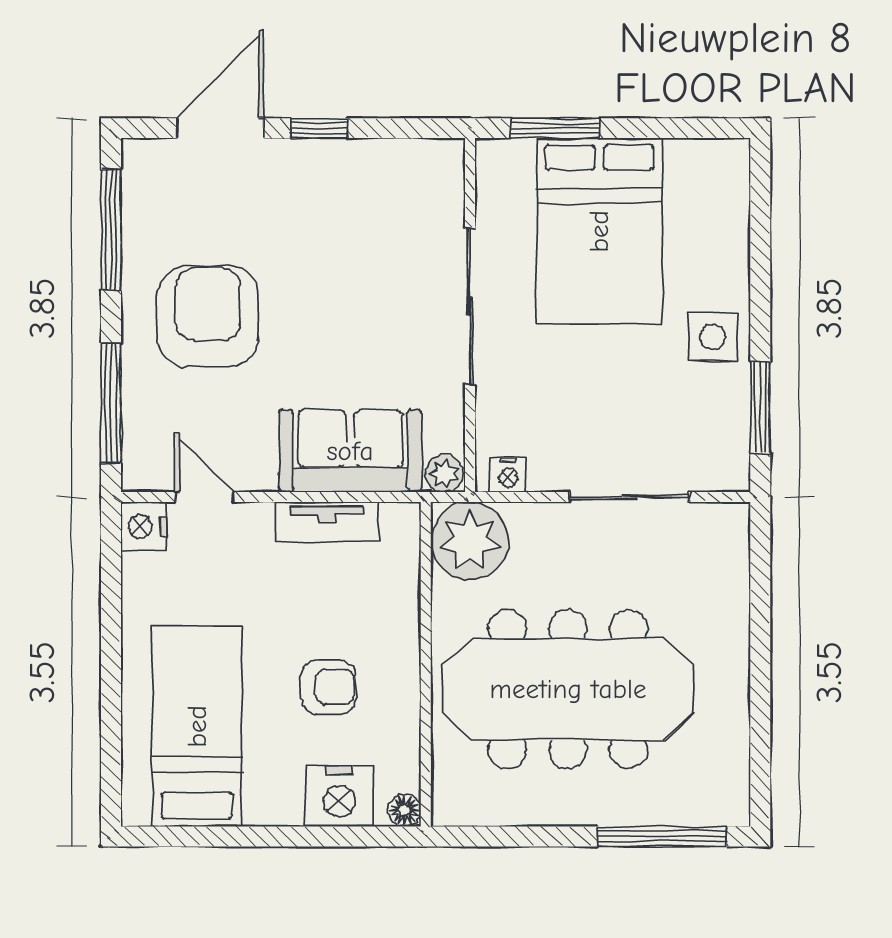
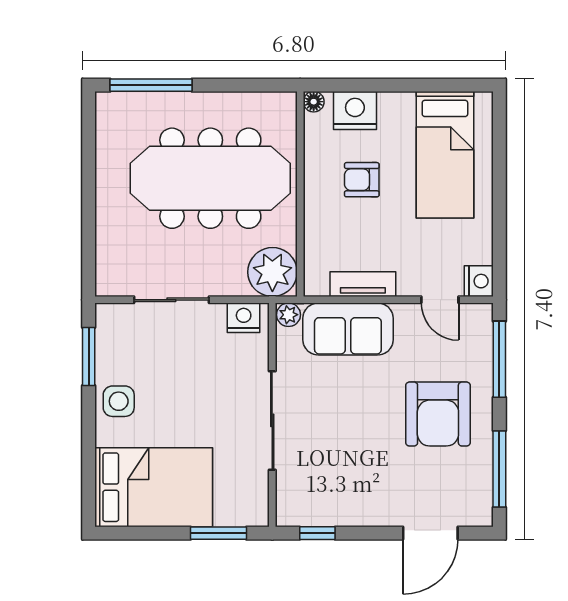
window: (319, 128) -> (317, 533), moved
bed: (599, 231) -> (154, 487), moved, turned 90
nightstand: (508, 475) -> (244, 318), width x1.39, depth x1.35

